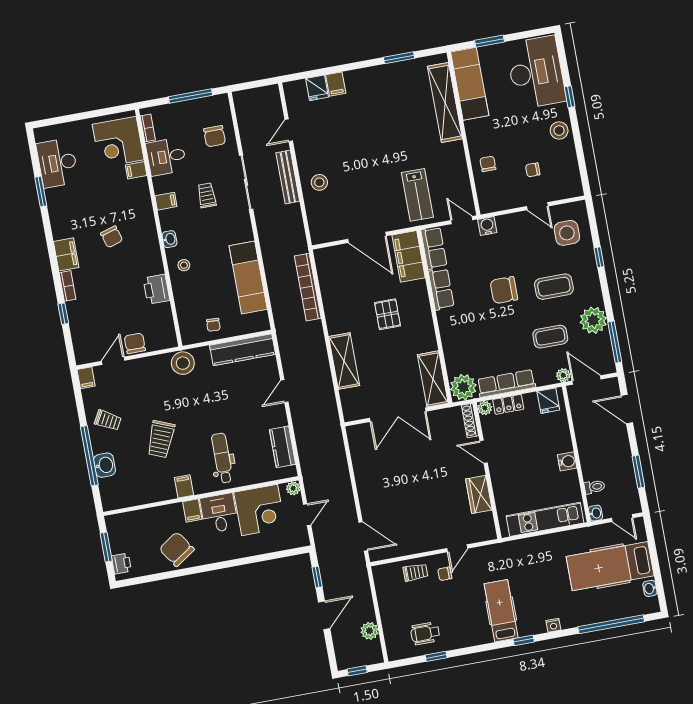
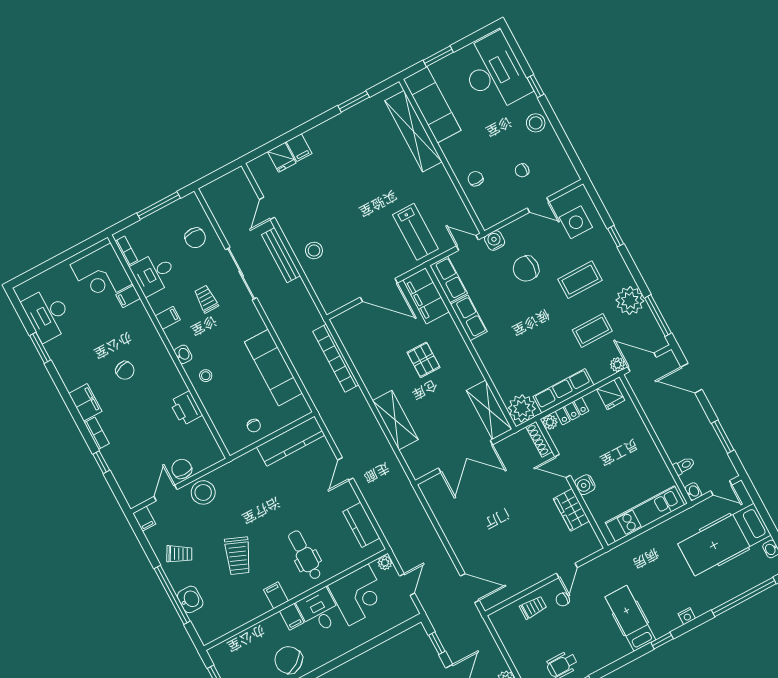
chair: (504, 290) -> (526, 269), moved
stool: (183, 363) -> (203, 492), moved
water cooler: (567, 461) -> (585, 485), moved, turned 180

